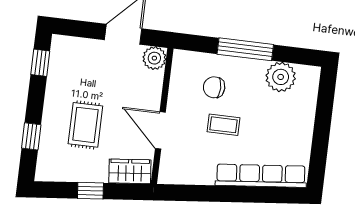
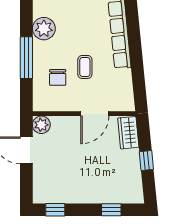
rug: (85, 125) -> (98, 170), removed

